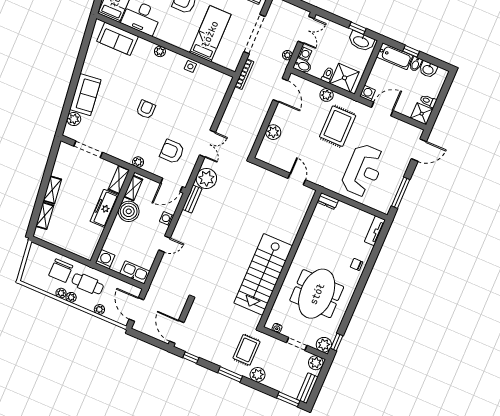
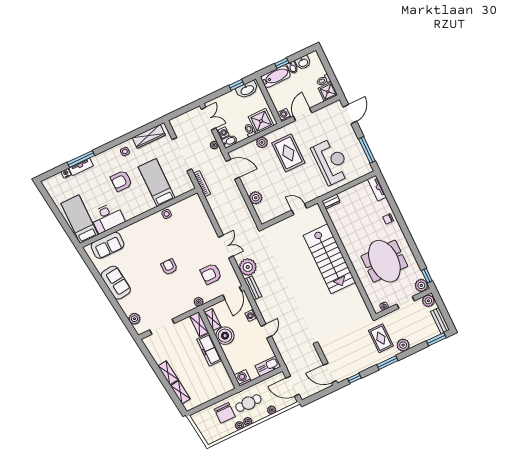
plant: (160, 51) -> (140, 225), removed
sofa: (85, 95) -> (116, 283), moved
stairs: (263, 274) -> (329, 259), moved

